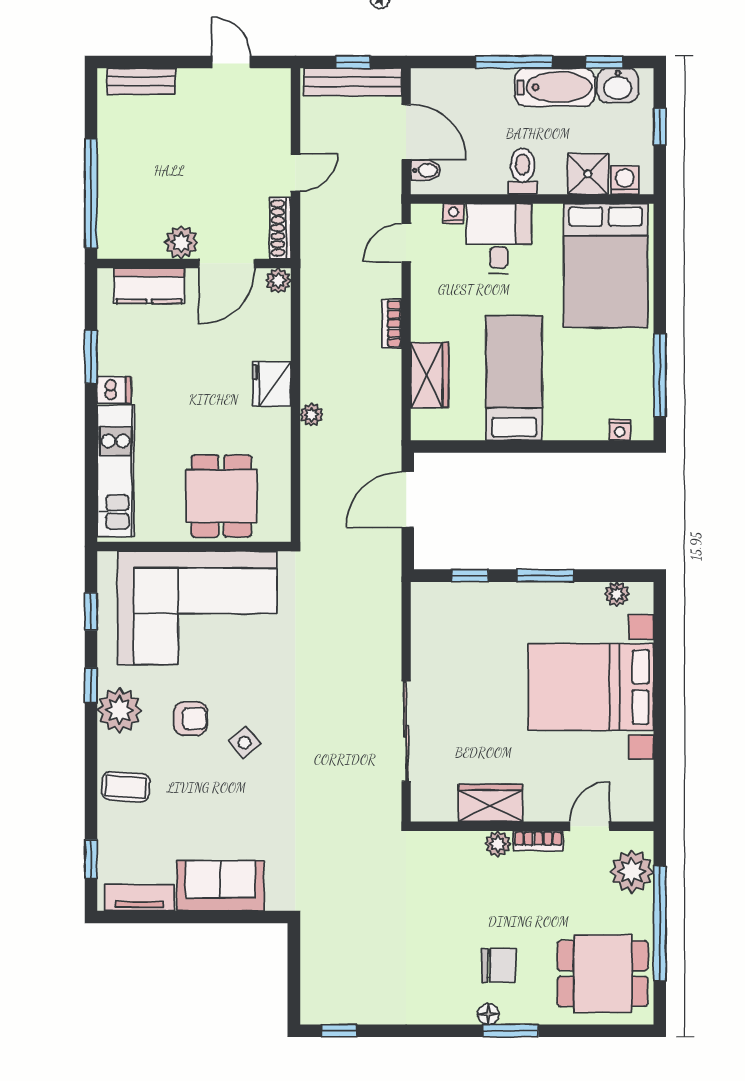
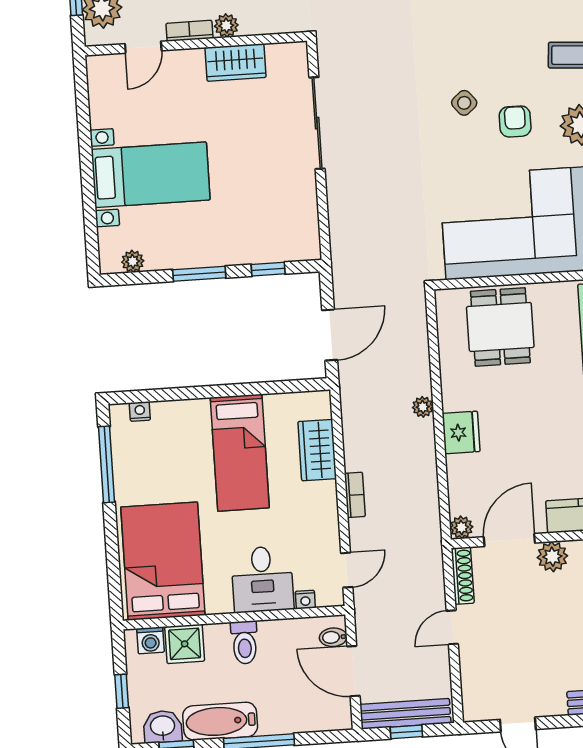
bed with nightstands: (591, 687) -> (151, 175), width x0.73
armchair: (190, 719) -> (515, 121), turned 90

